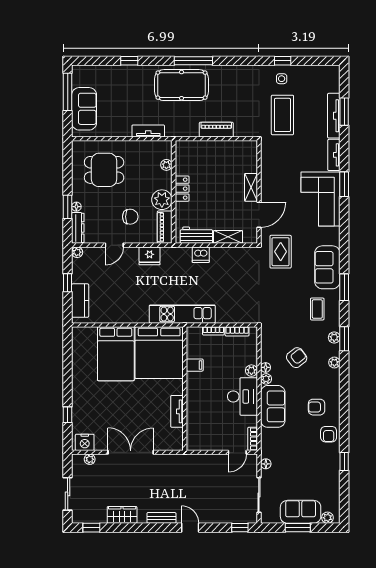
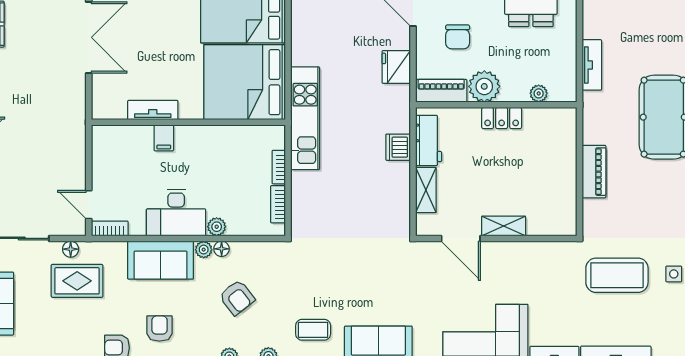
rug: (281, 252) -> (77, 281), moved
filing cabinet: (195, 365) -> (164, 138), moved

